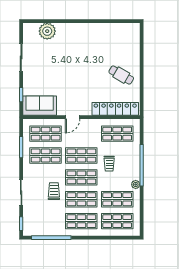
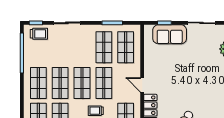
sofa: (40, 106) -> (170, 34), moved, turned 90
door: (73, 117) -> (142, 85), moved
trolley: (54, 191) -> (39, 34), moved

